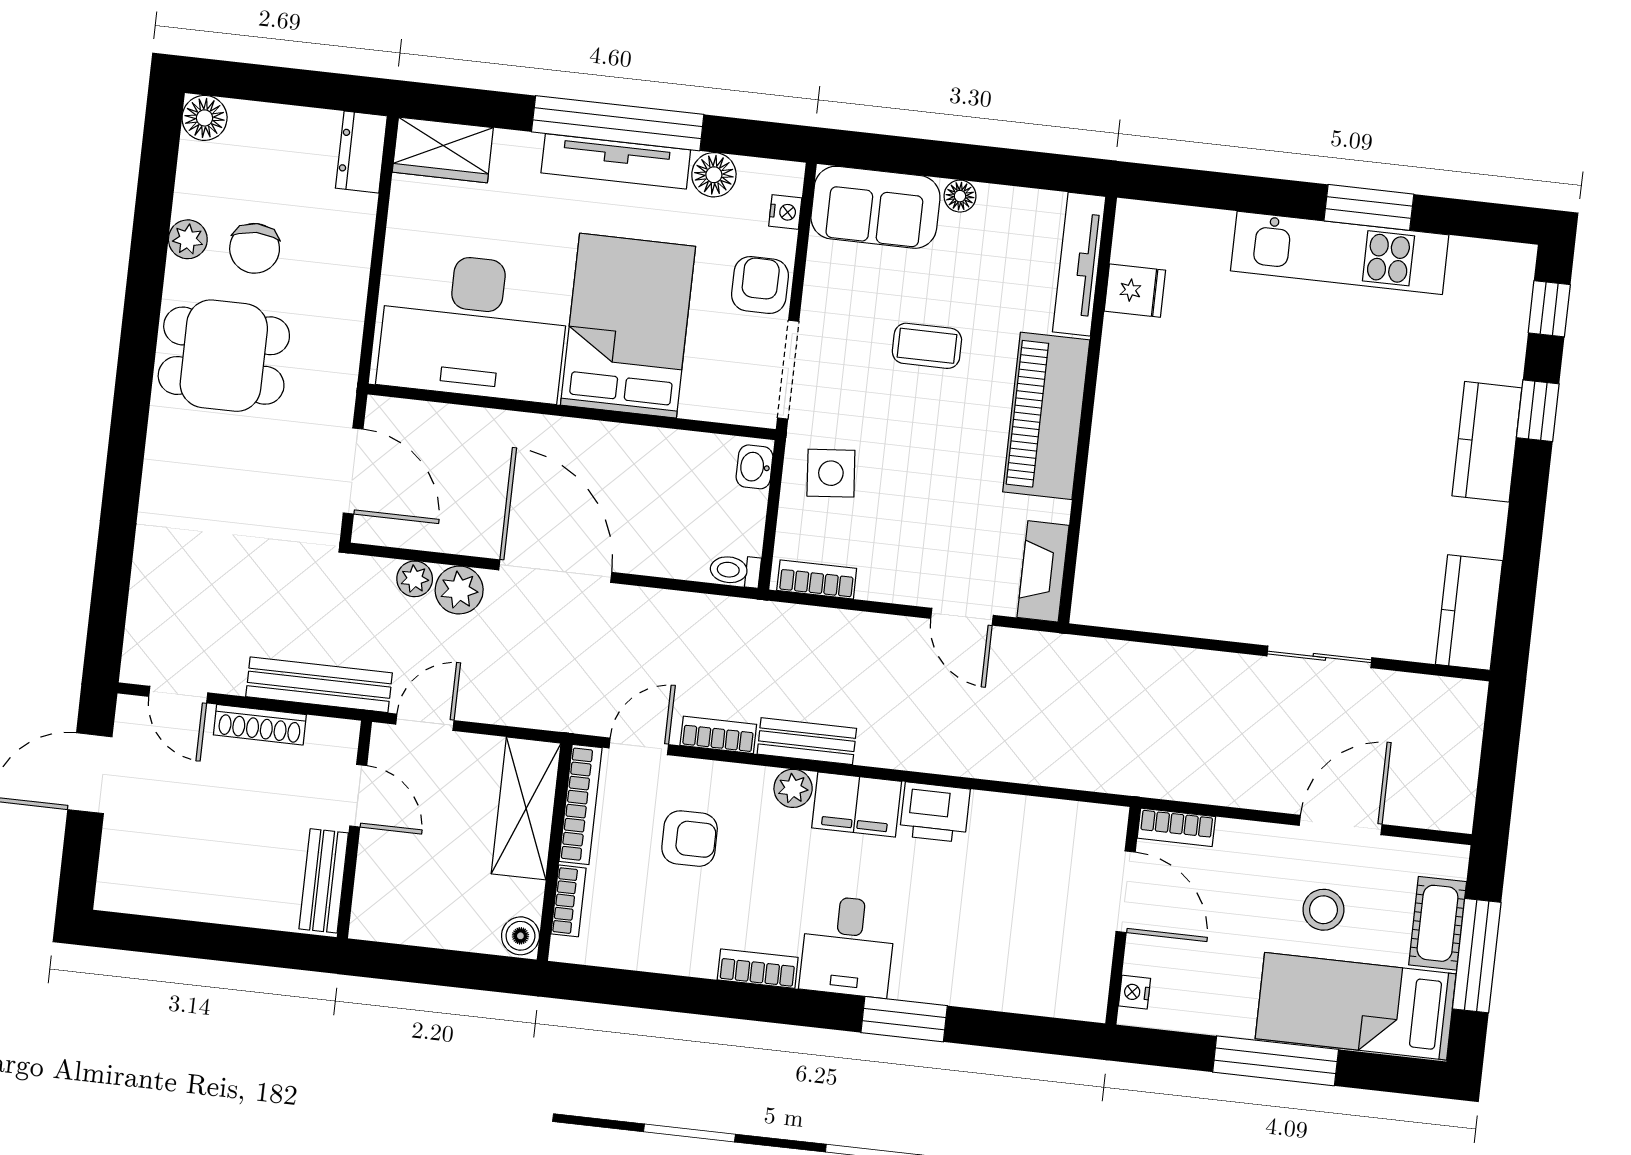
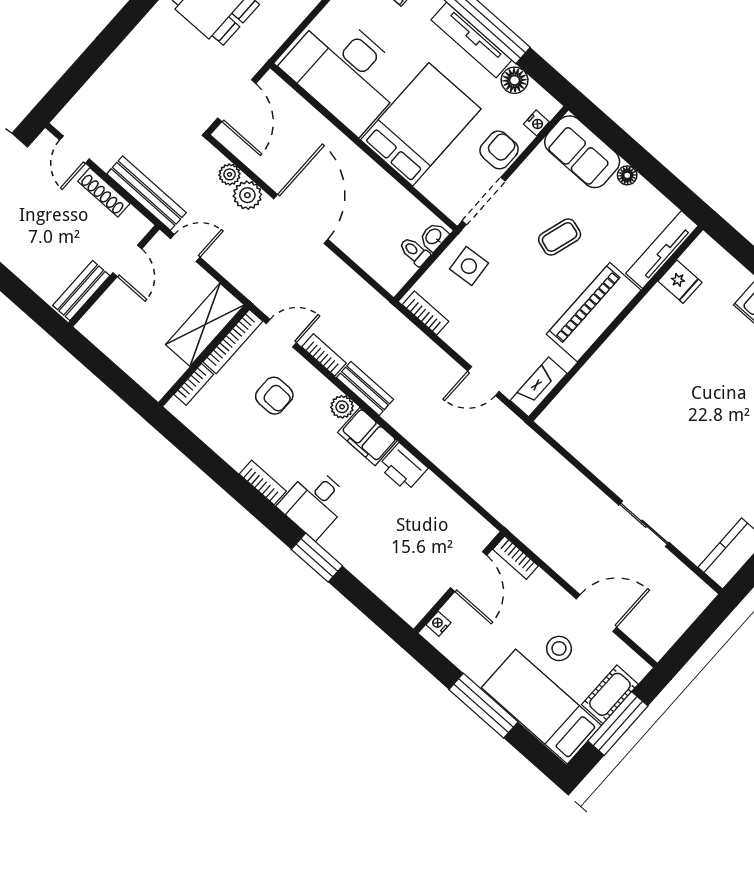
coffee table: (927, 346) -> (560, 237), turned -73
toilet: (735, 570) -> (414, 252), moved
door: (962, 617) -> (483, 381), hinge flipped
boiler: (520, 936) -> (158, 385), removed

